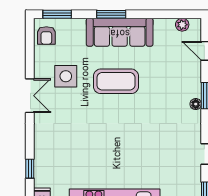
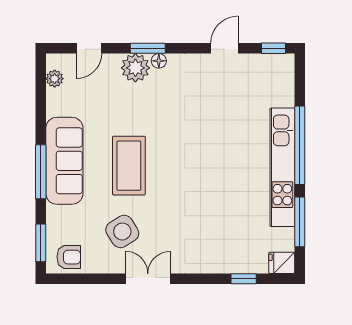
window: (111, 14) -> (41, 172), width x1.44
side table: (66, 76) -> (122, 232), turned -32
plant: (190, 86) -> (135, 68), added

